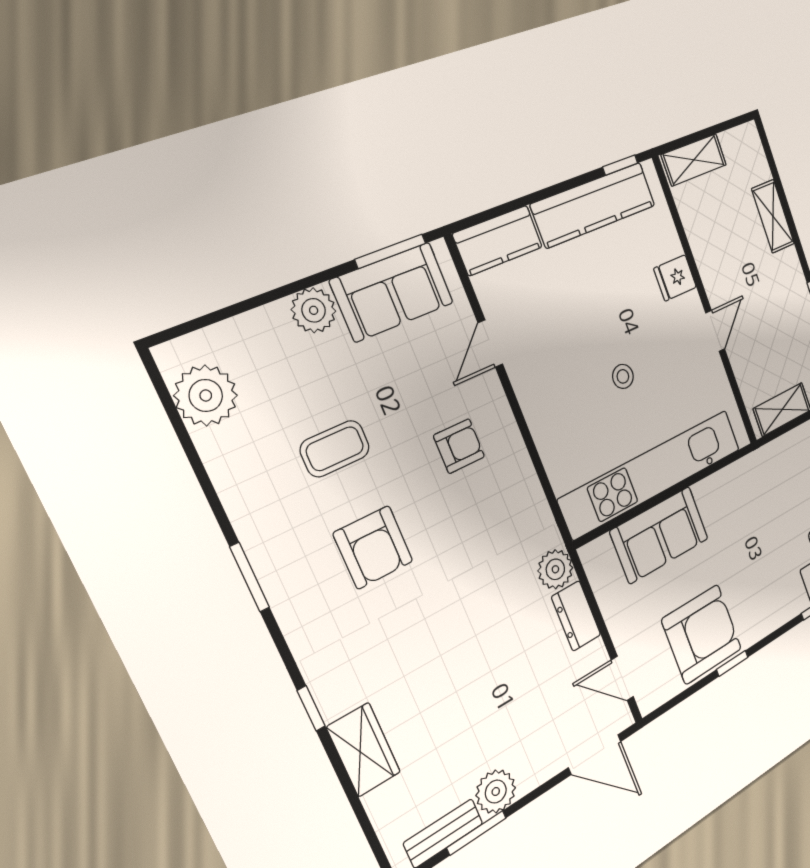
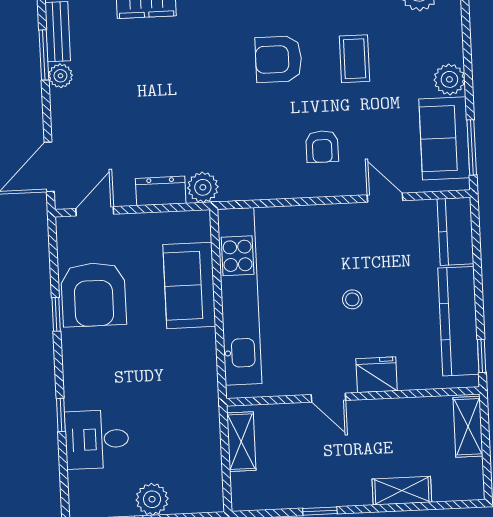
fridge: (675, 278) -> (377, 375), width x1.38
stool: (623, 376) -> (352, 299), moved
plant: (496, 792) -> (60, 76), width x0.73, depth x0.73

